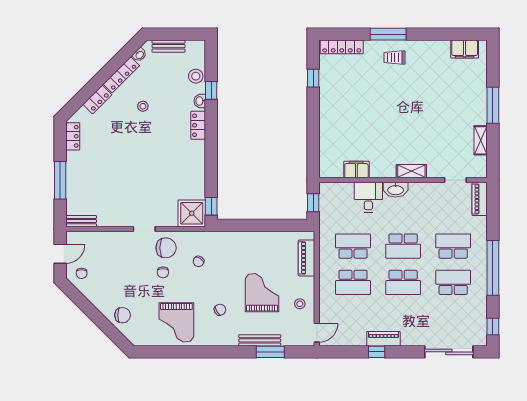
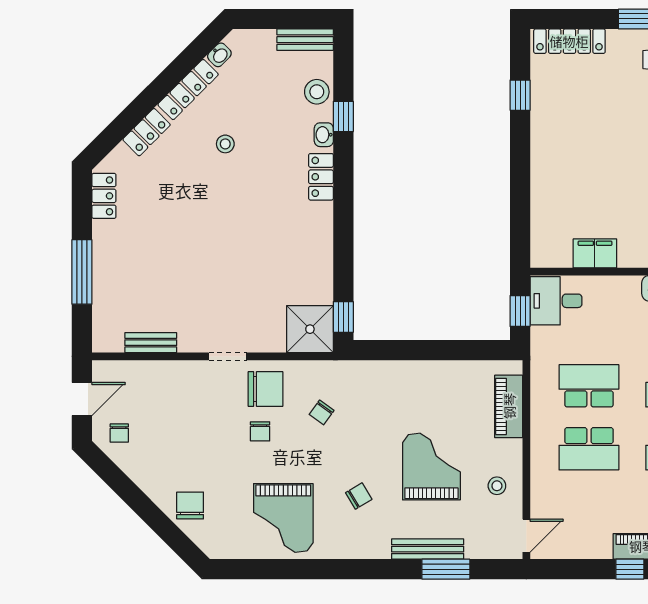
bench: (168, 46) -> (305, 40), moved
desk: (368, 197) -> (556, 301), moved, turned -90
bench: (81, 221) -> (151, 343), moved
chair: (123, 315) -> (190, 505), turned -90

